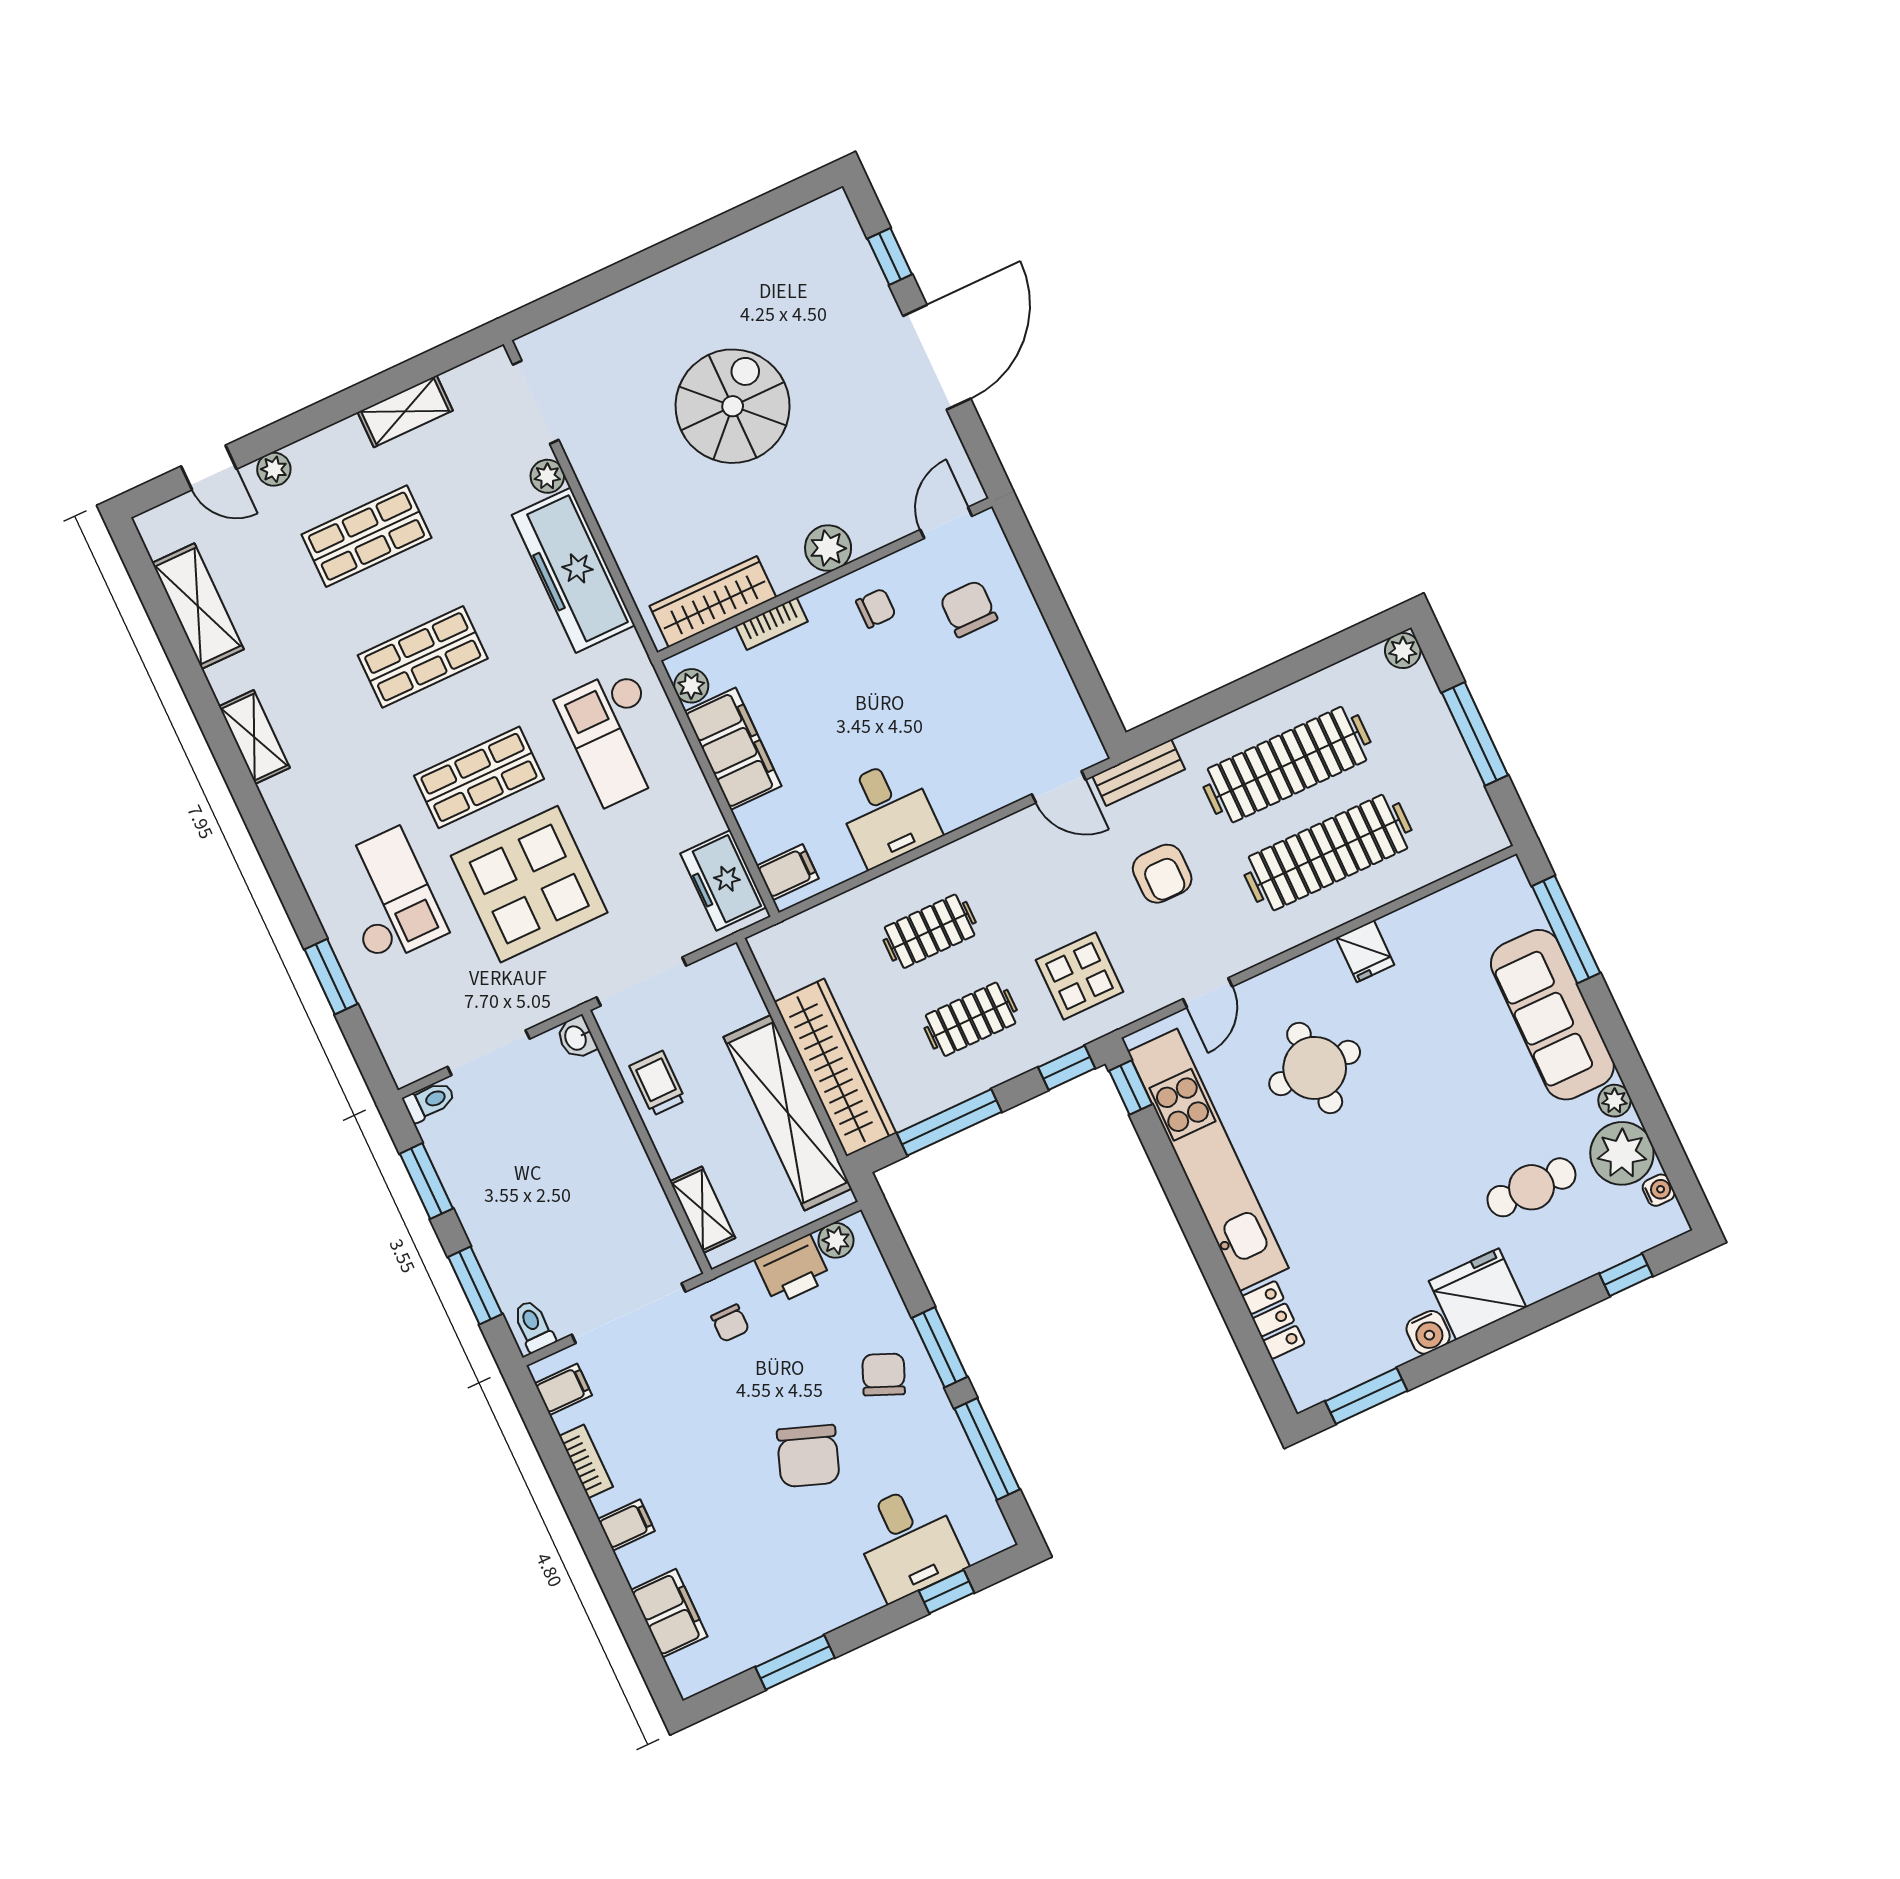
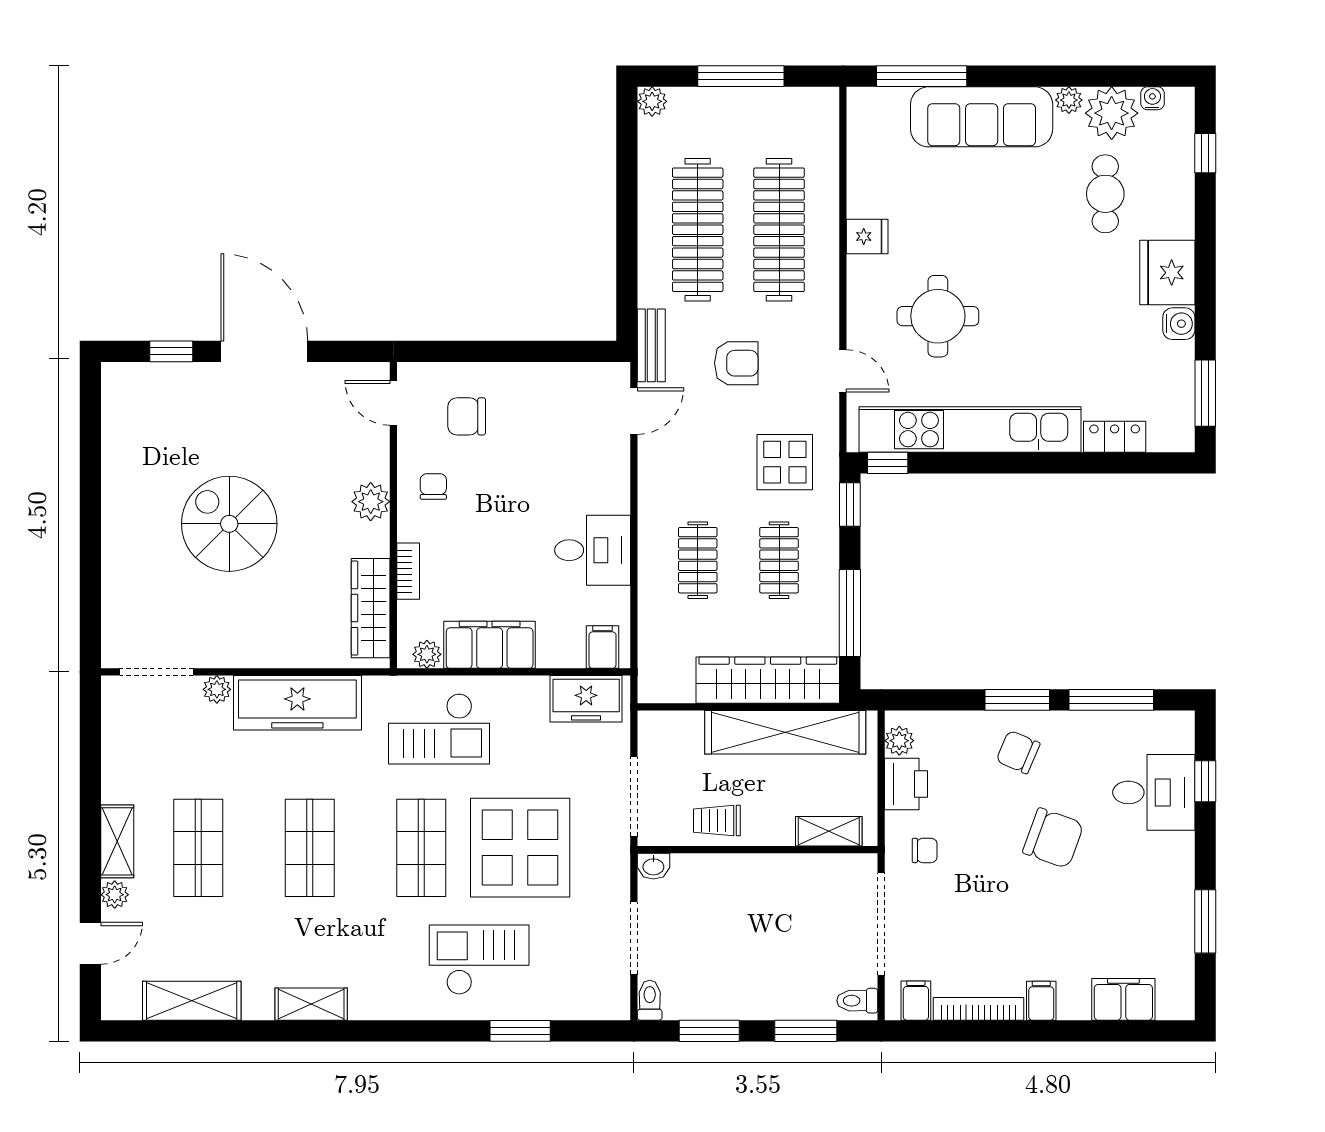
shelving: (405, 411) -> (117, 841), moved
bookcase: (586, 1461) -> (979, 1009), width x1.56

